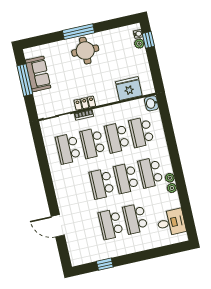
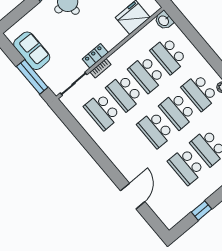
window: (25, 80) -> (32, 77), moved
door: (58, 226) -> (133, 196), swing flipped

